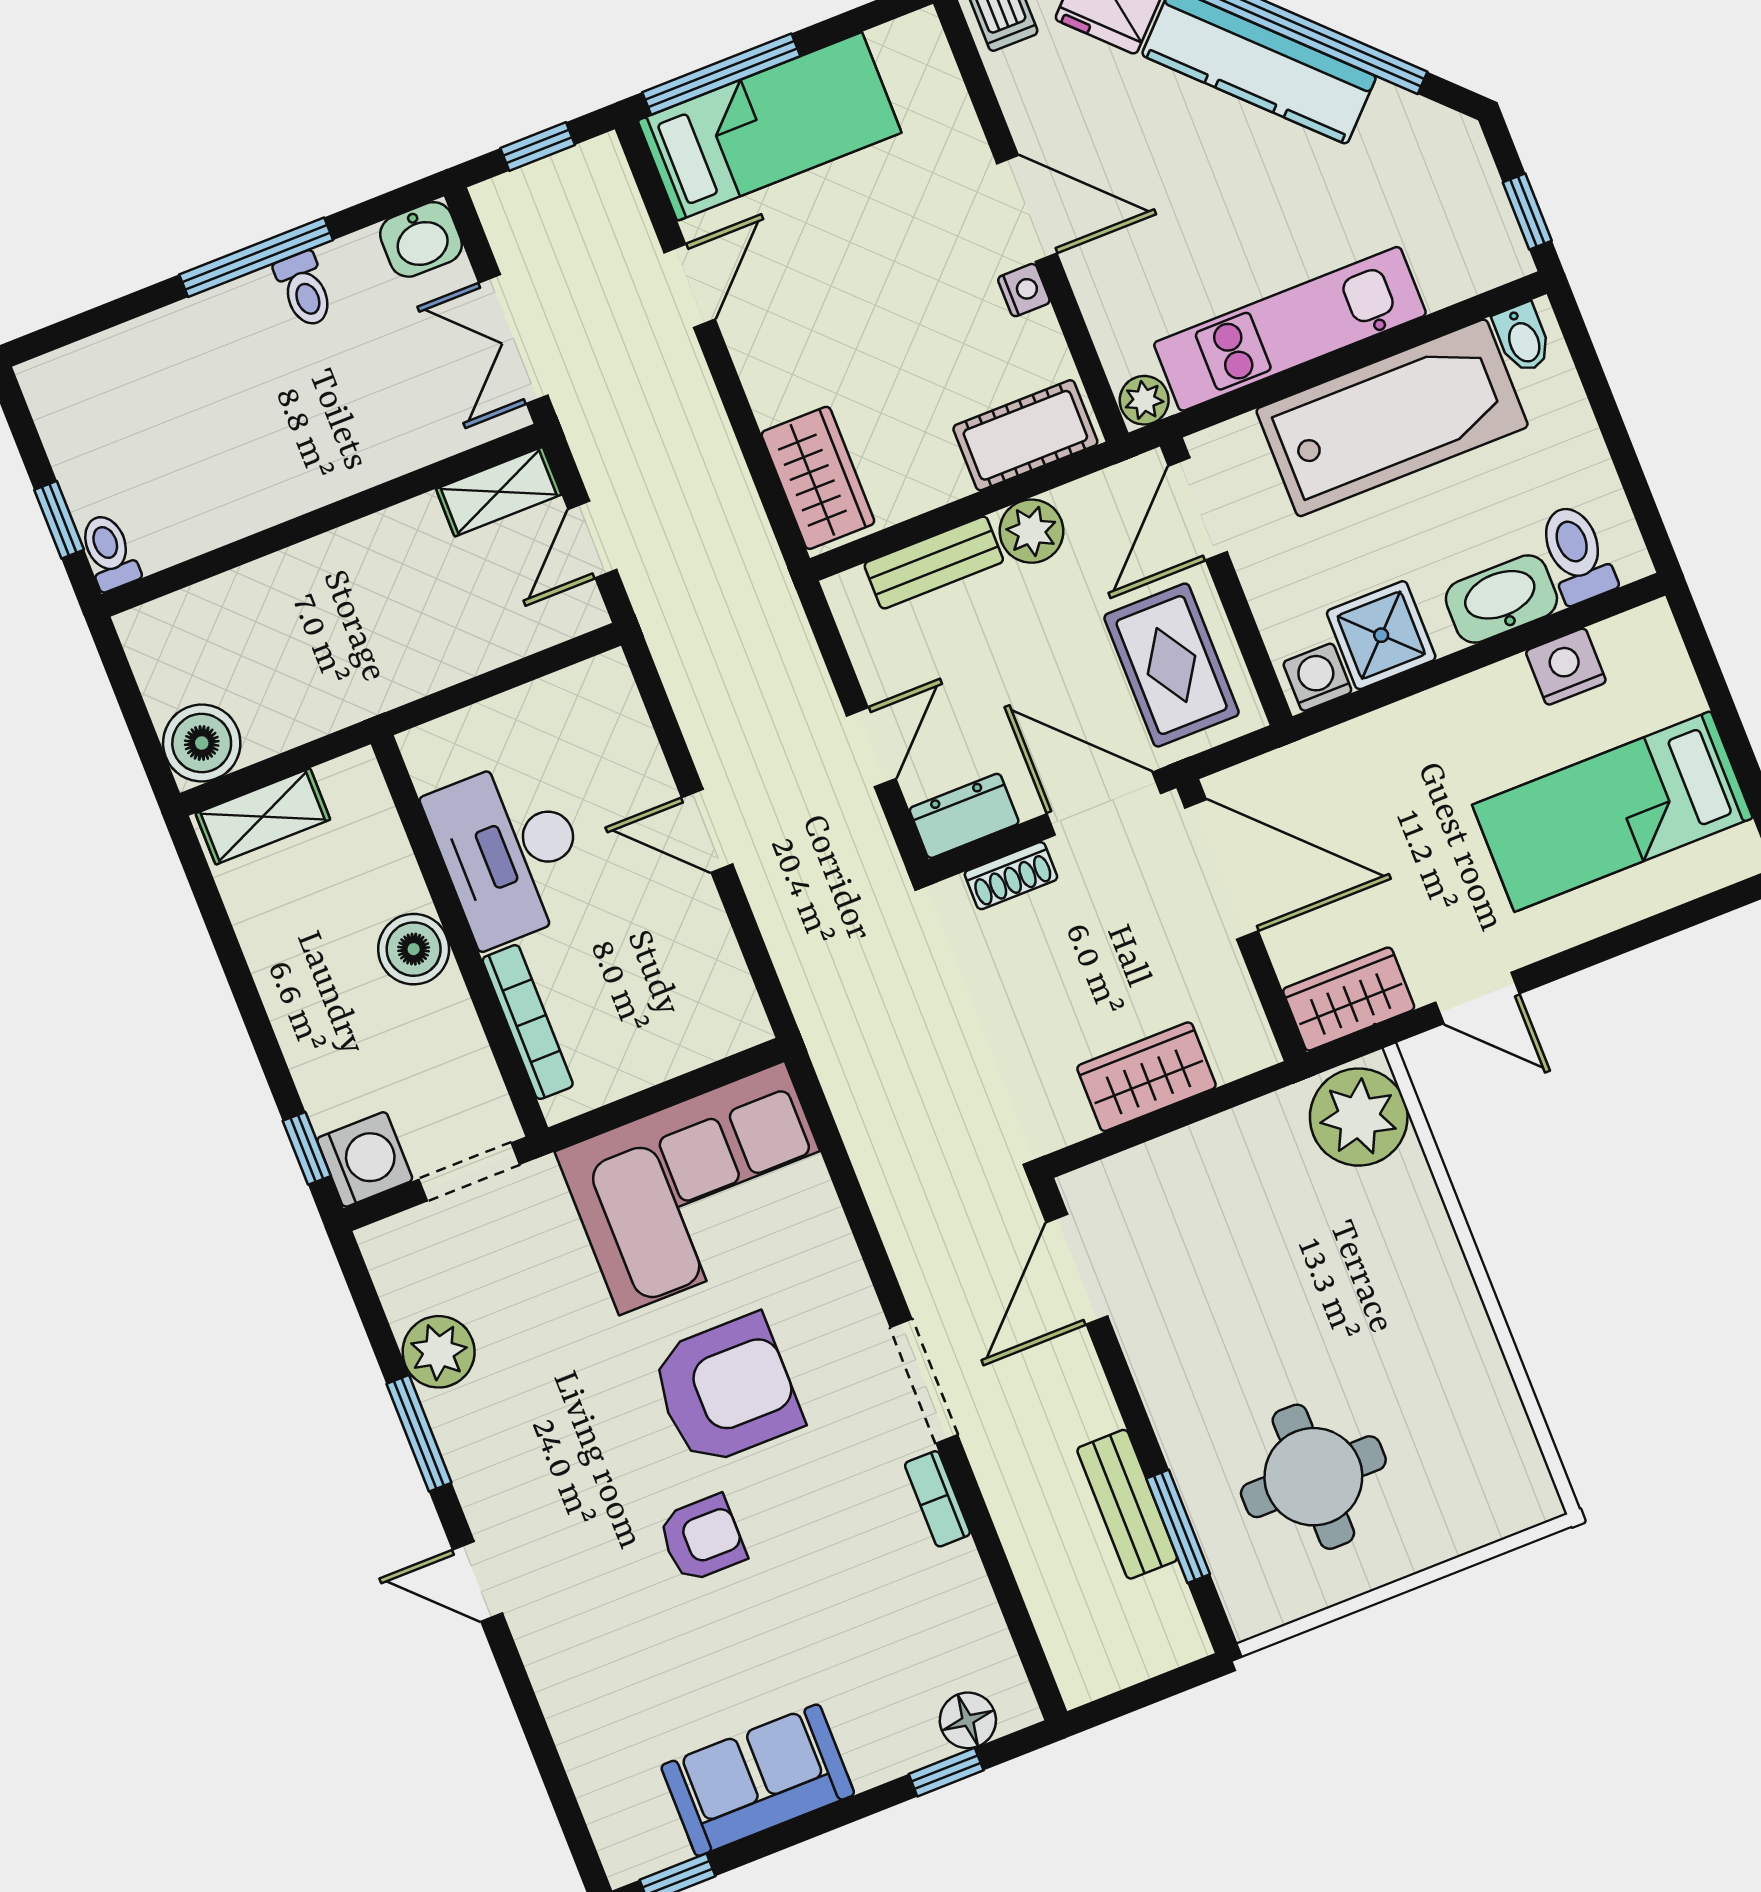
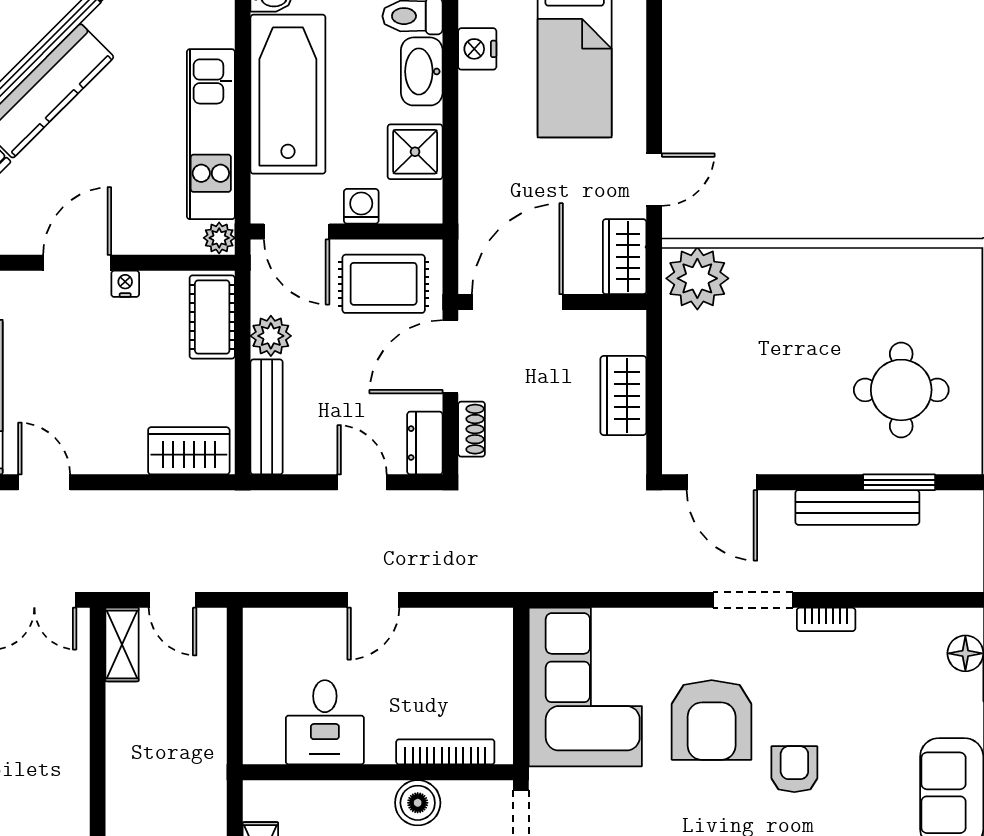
bench: (934, 563) -> (267, 417), width x1.36
washing machine: (1317, 677) -> (361, 206), moved, turned 90
desk: (510, 852) -> (325, 722), width x0.73
boiler: (414, 949) -> (418, 803), moved
armchair: (726, 1390) -> (712, 720), turned 180
bench: (1127, 1504) -> (857, 507), width x1.36

